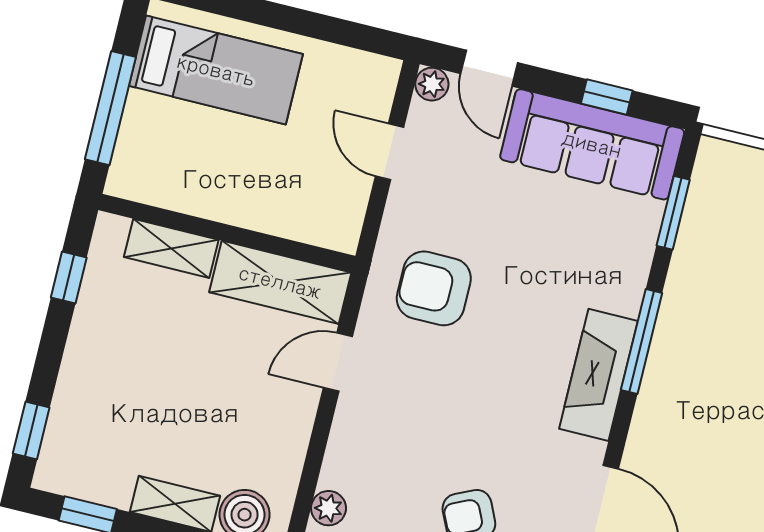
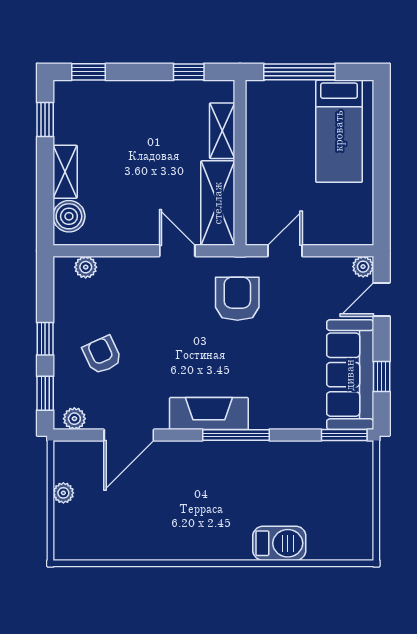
door: (390, 152) -> (285, 251), moved
window: (673, 213) -> (344, 435), moved

